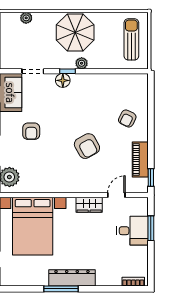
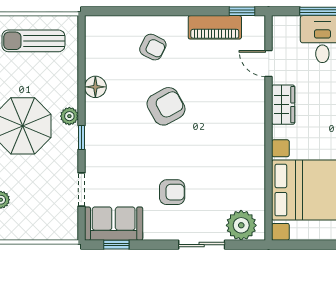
floor lamp: (63, 80) -> (95, 87), moved
armchair: (87, 146) -> (166, 106), moved

